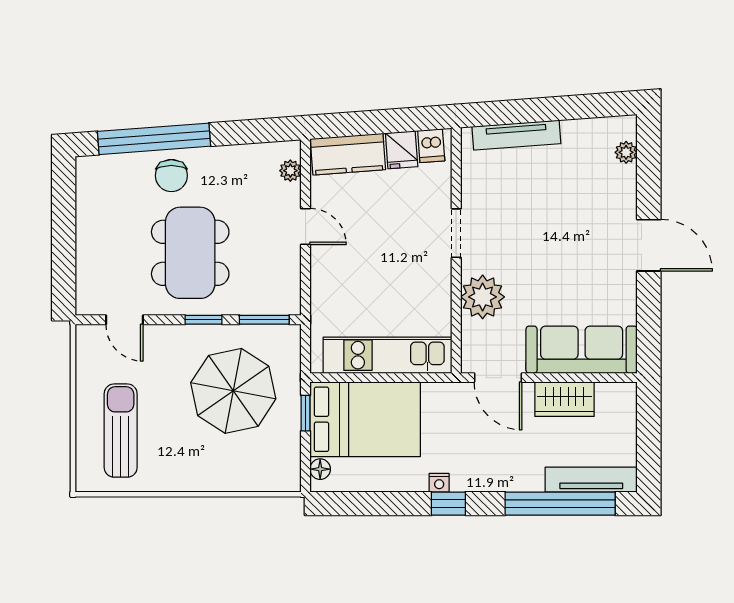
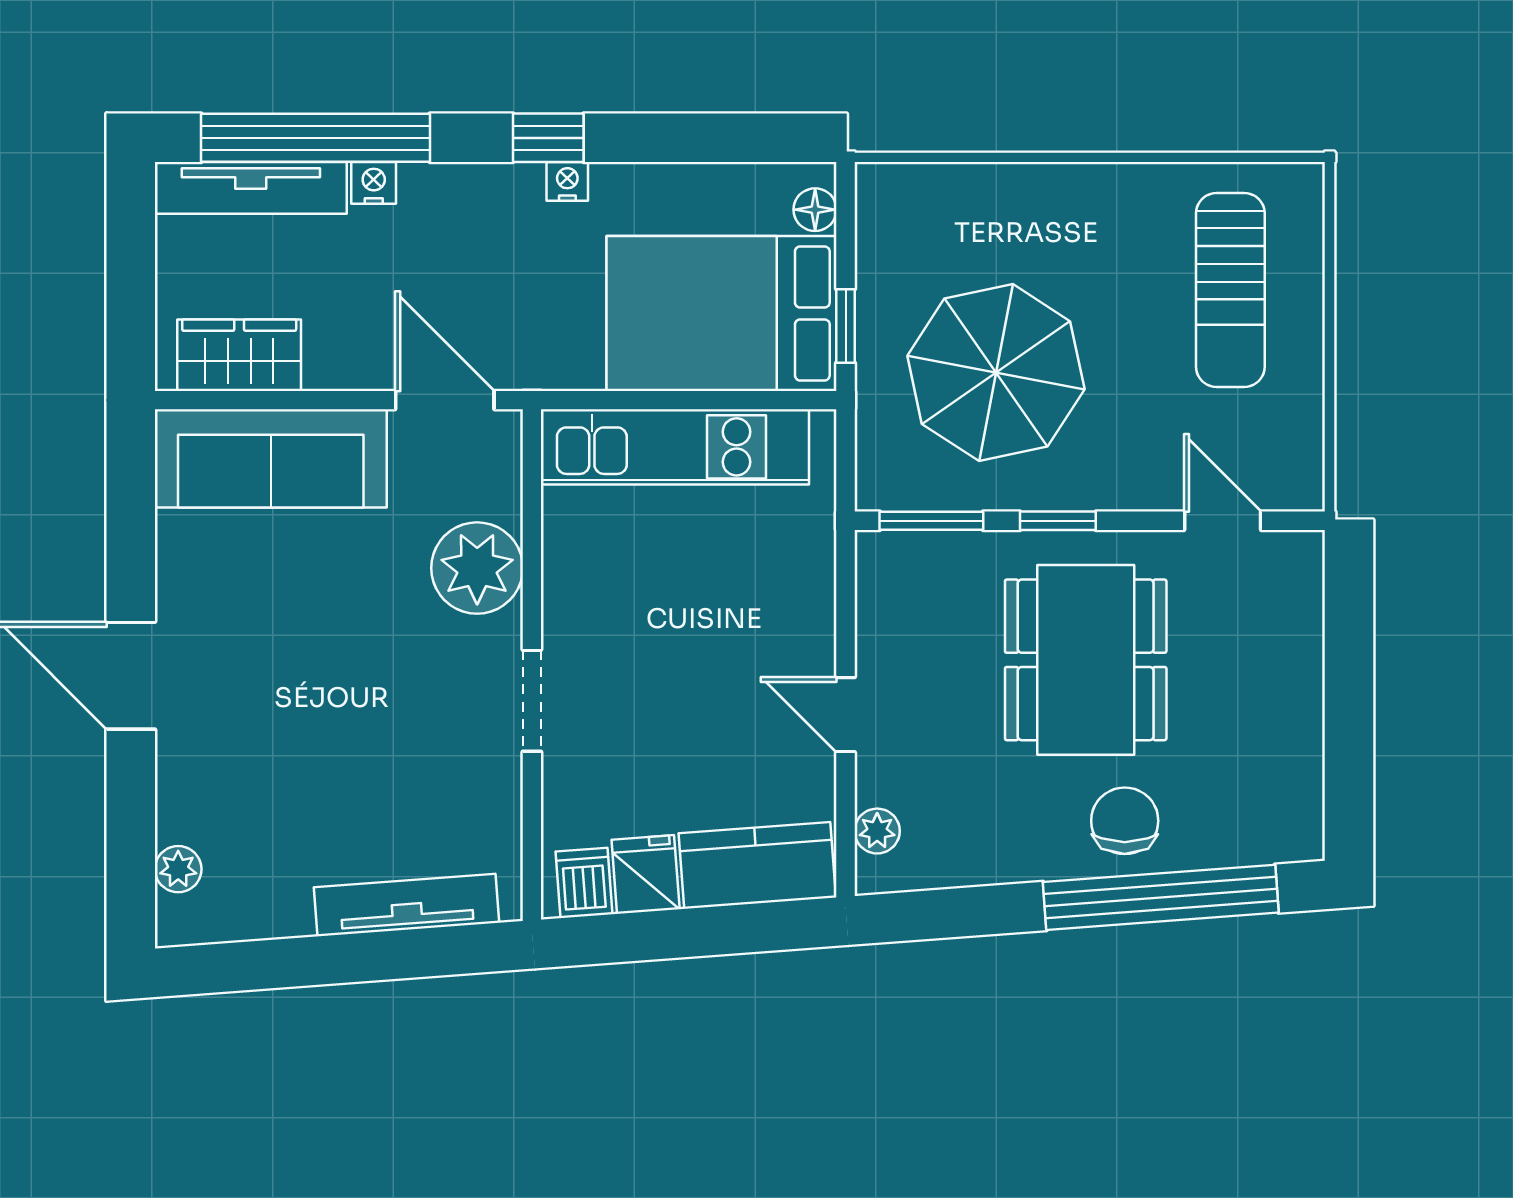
wardrobe: (565, 399) -> (239, 355), moved
nightstand: (532, 482) -> (374, 183), added

